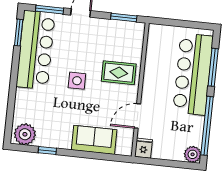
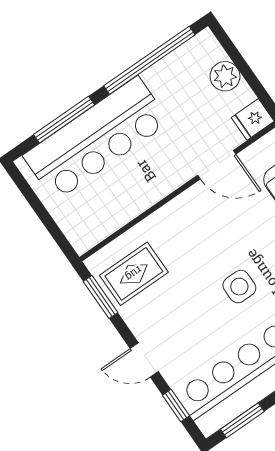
window: (50, 10) -> (176, 405), width x0.67
rug: (119, 73) -> (134, 274), moved, turned 90
plant: (193, 154) -> (225, 76), moved

